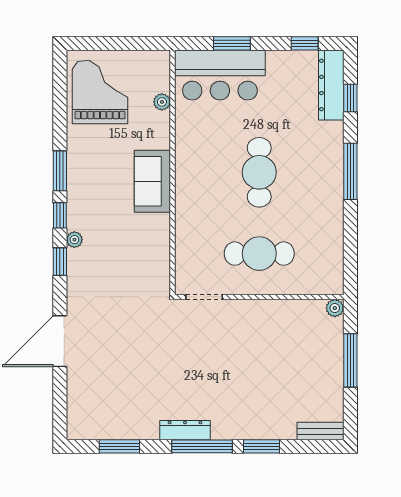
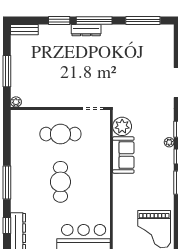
plant: (162, 102) -> (122, 126), moved, width x1.88, depth x1.88
sofa: (152, 181) -> (123, 155), moved
dresser: (185, 430) -> (86, 30), moved
window: (119, 446) -> (143, 21), width x1.44

